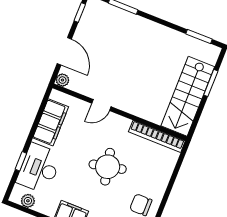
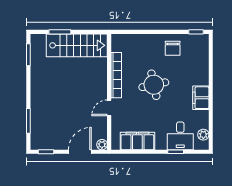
door: (101, 105) -> (109, 108), swing flipped
bookcase: (157, 136) -> (116, 75), moved
desk: (39, 168) -> (180, 136), width x0.73

